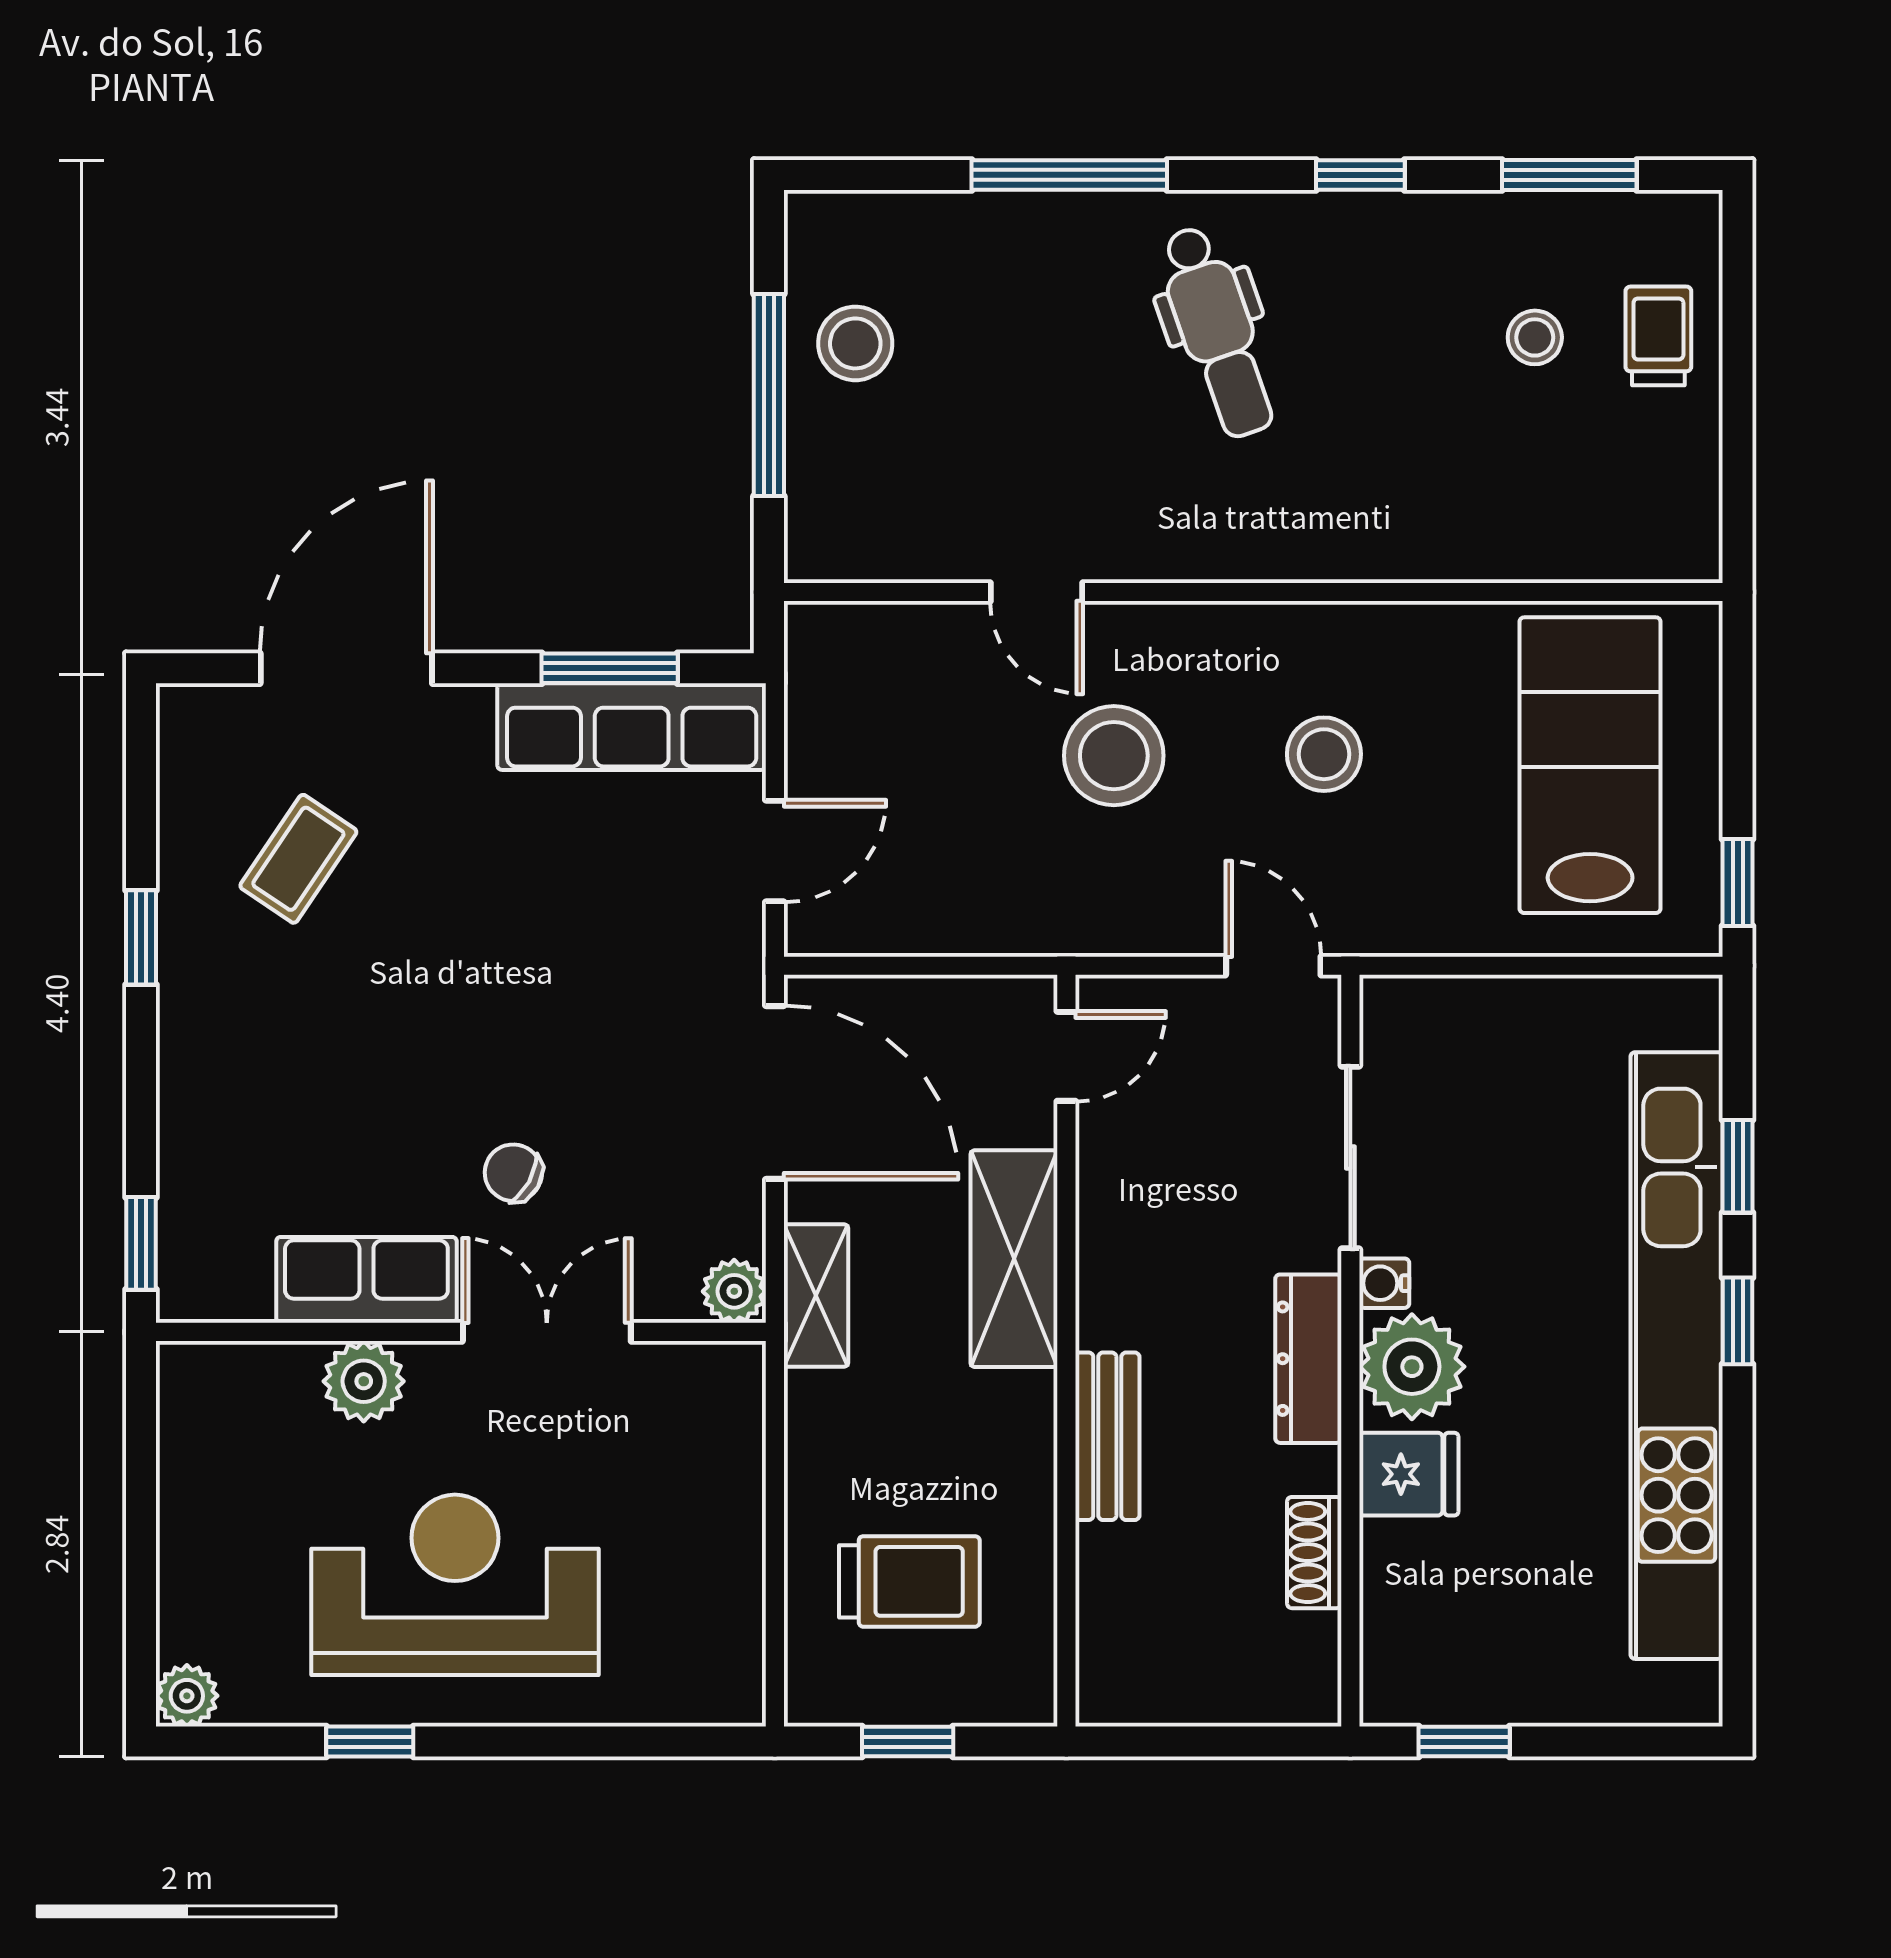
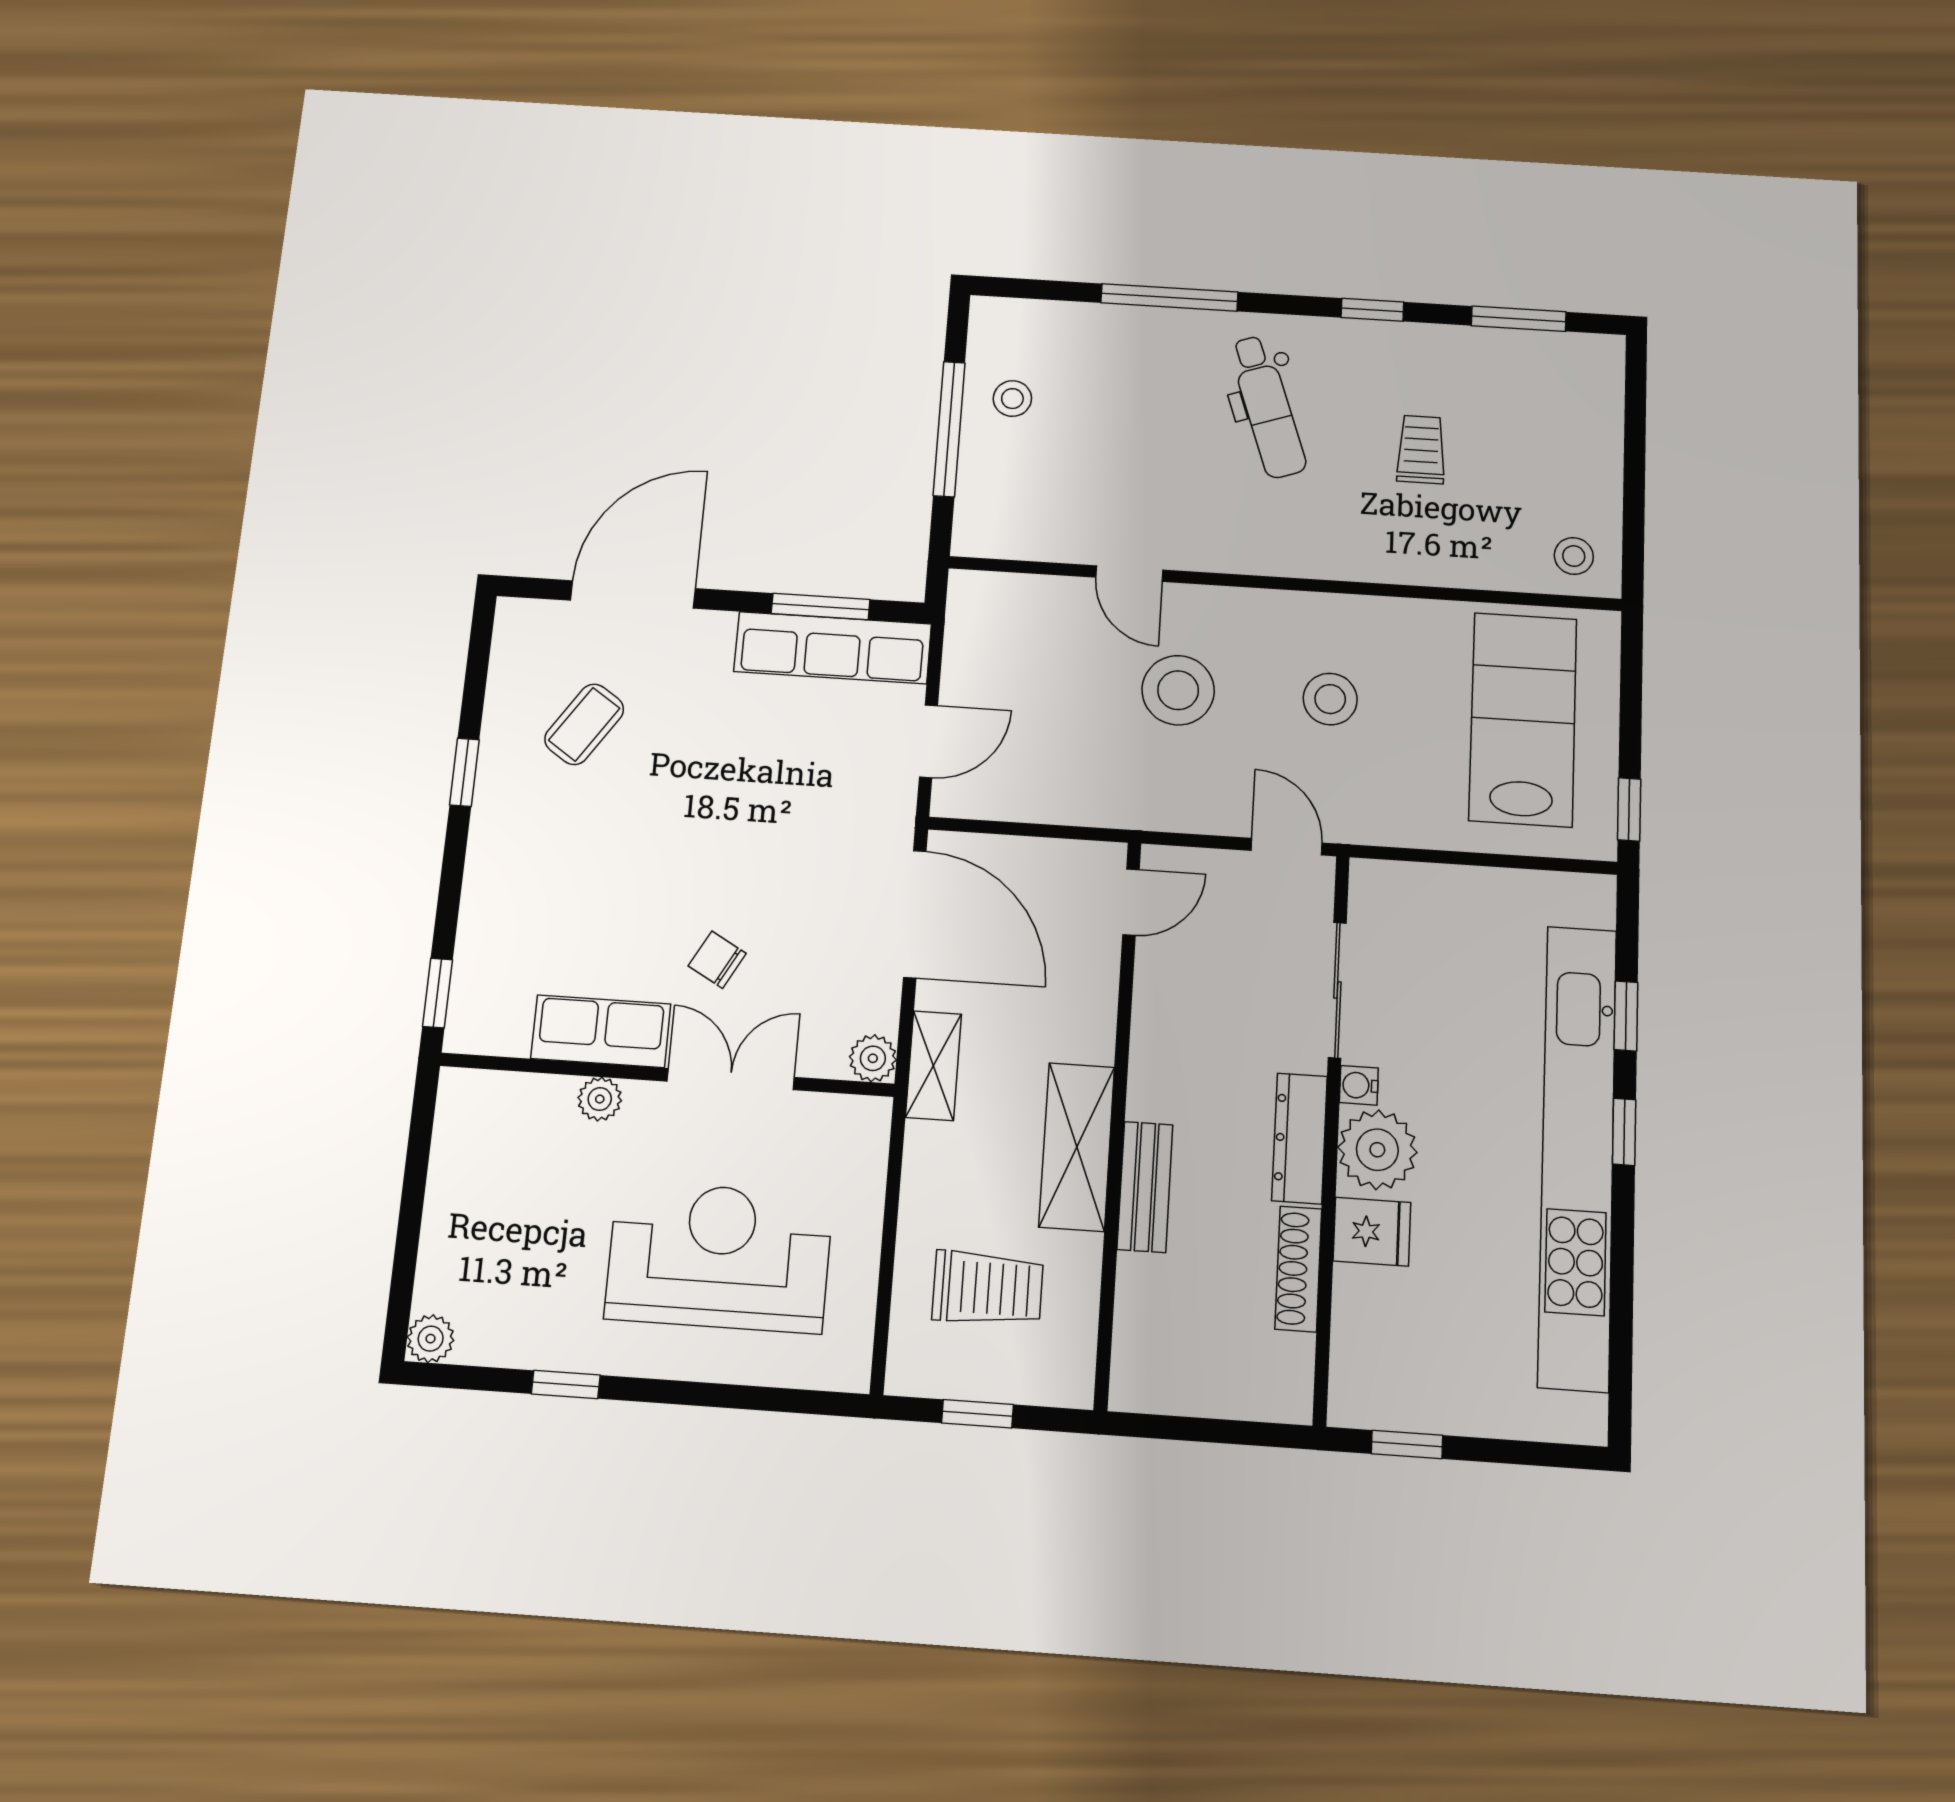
trolley: (1658, 336) -> (1421, 449), moved
stool: (1535, 337) -> (1574, 556), moved
stool: (855, 343) -> (1012, 399), width x0.73, depth x0.73
shelving: (1014, 1259) -> (1077, 1147), moved
plant: (364, 1381) -> (600, 1099), width x0.73, depth x0.73
shoe rack: (1314, 1553) -> (1298, 1269), width x1.43
reception desk: (455, 1585) -> (719, 1257), moved

